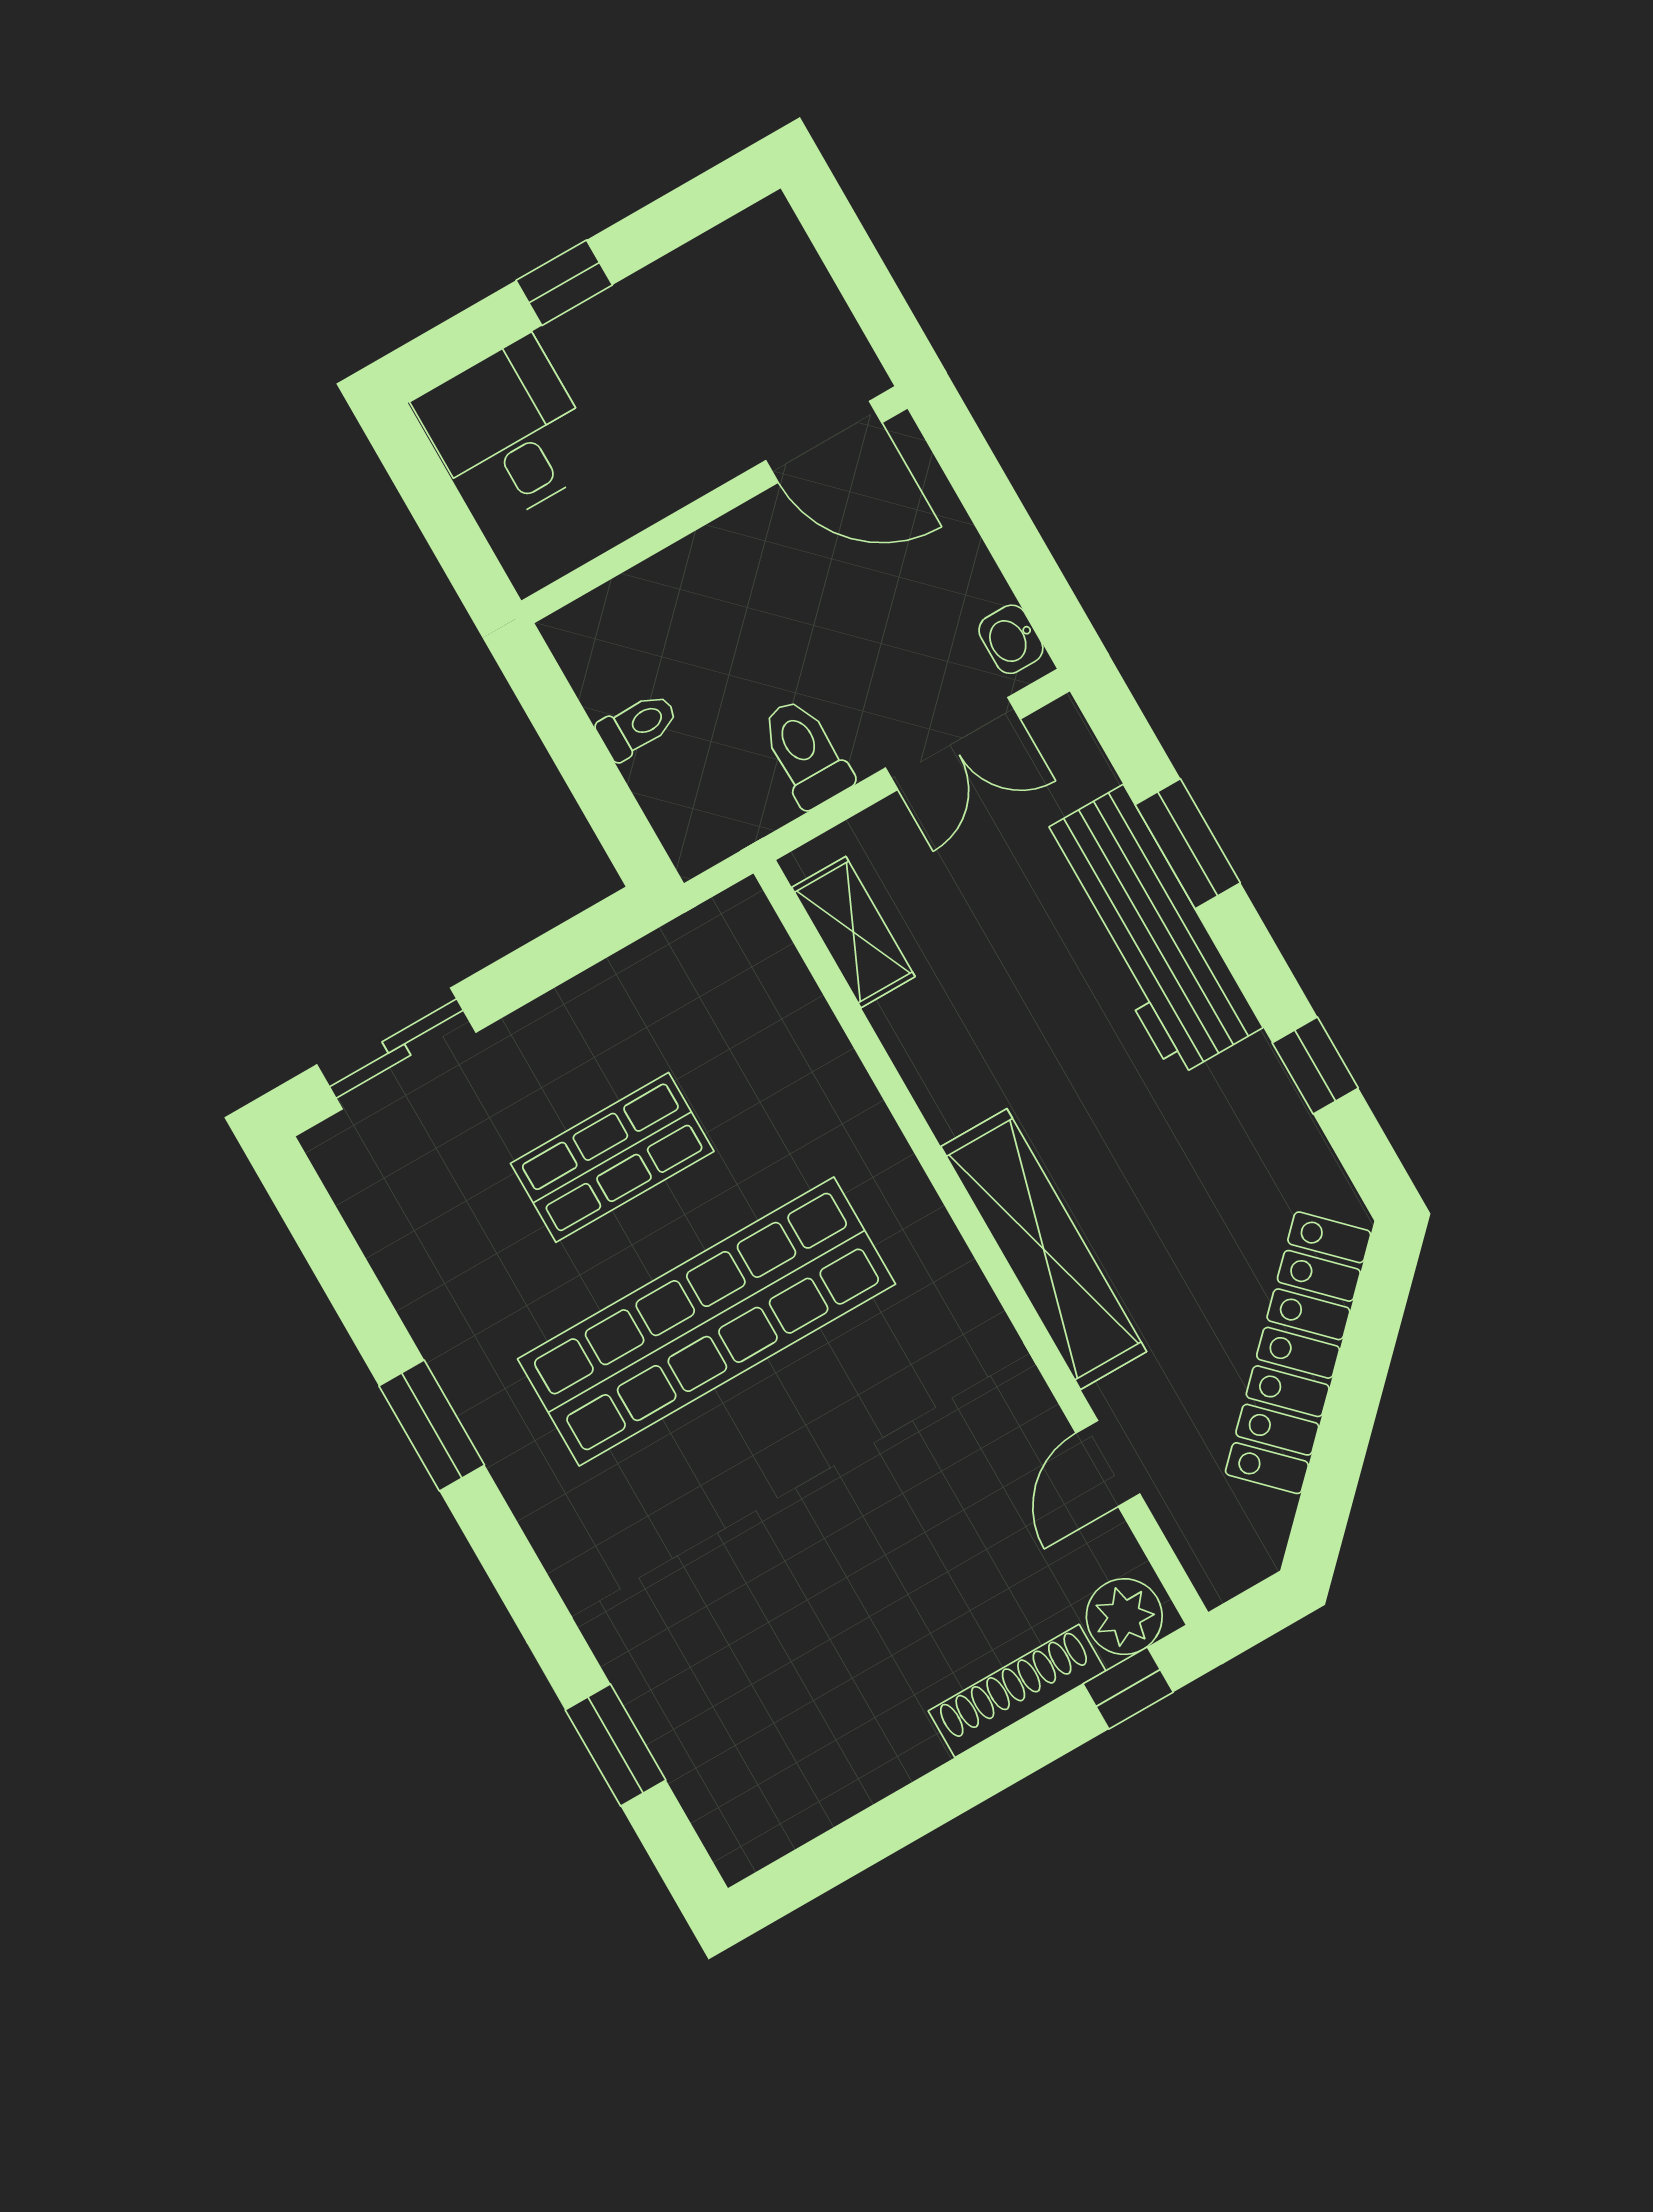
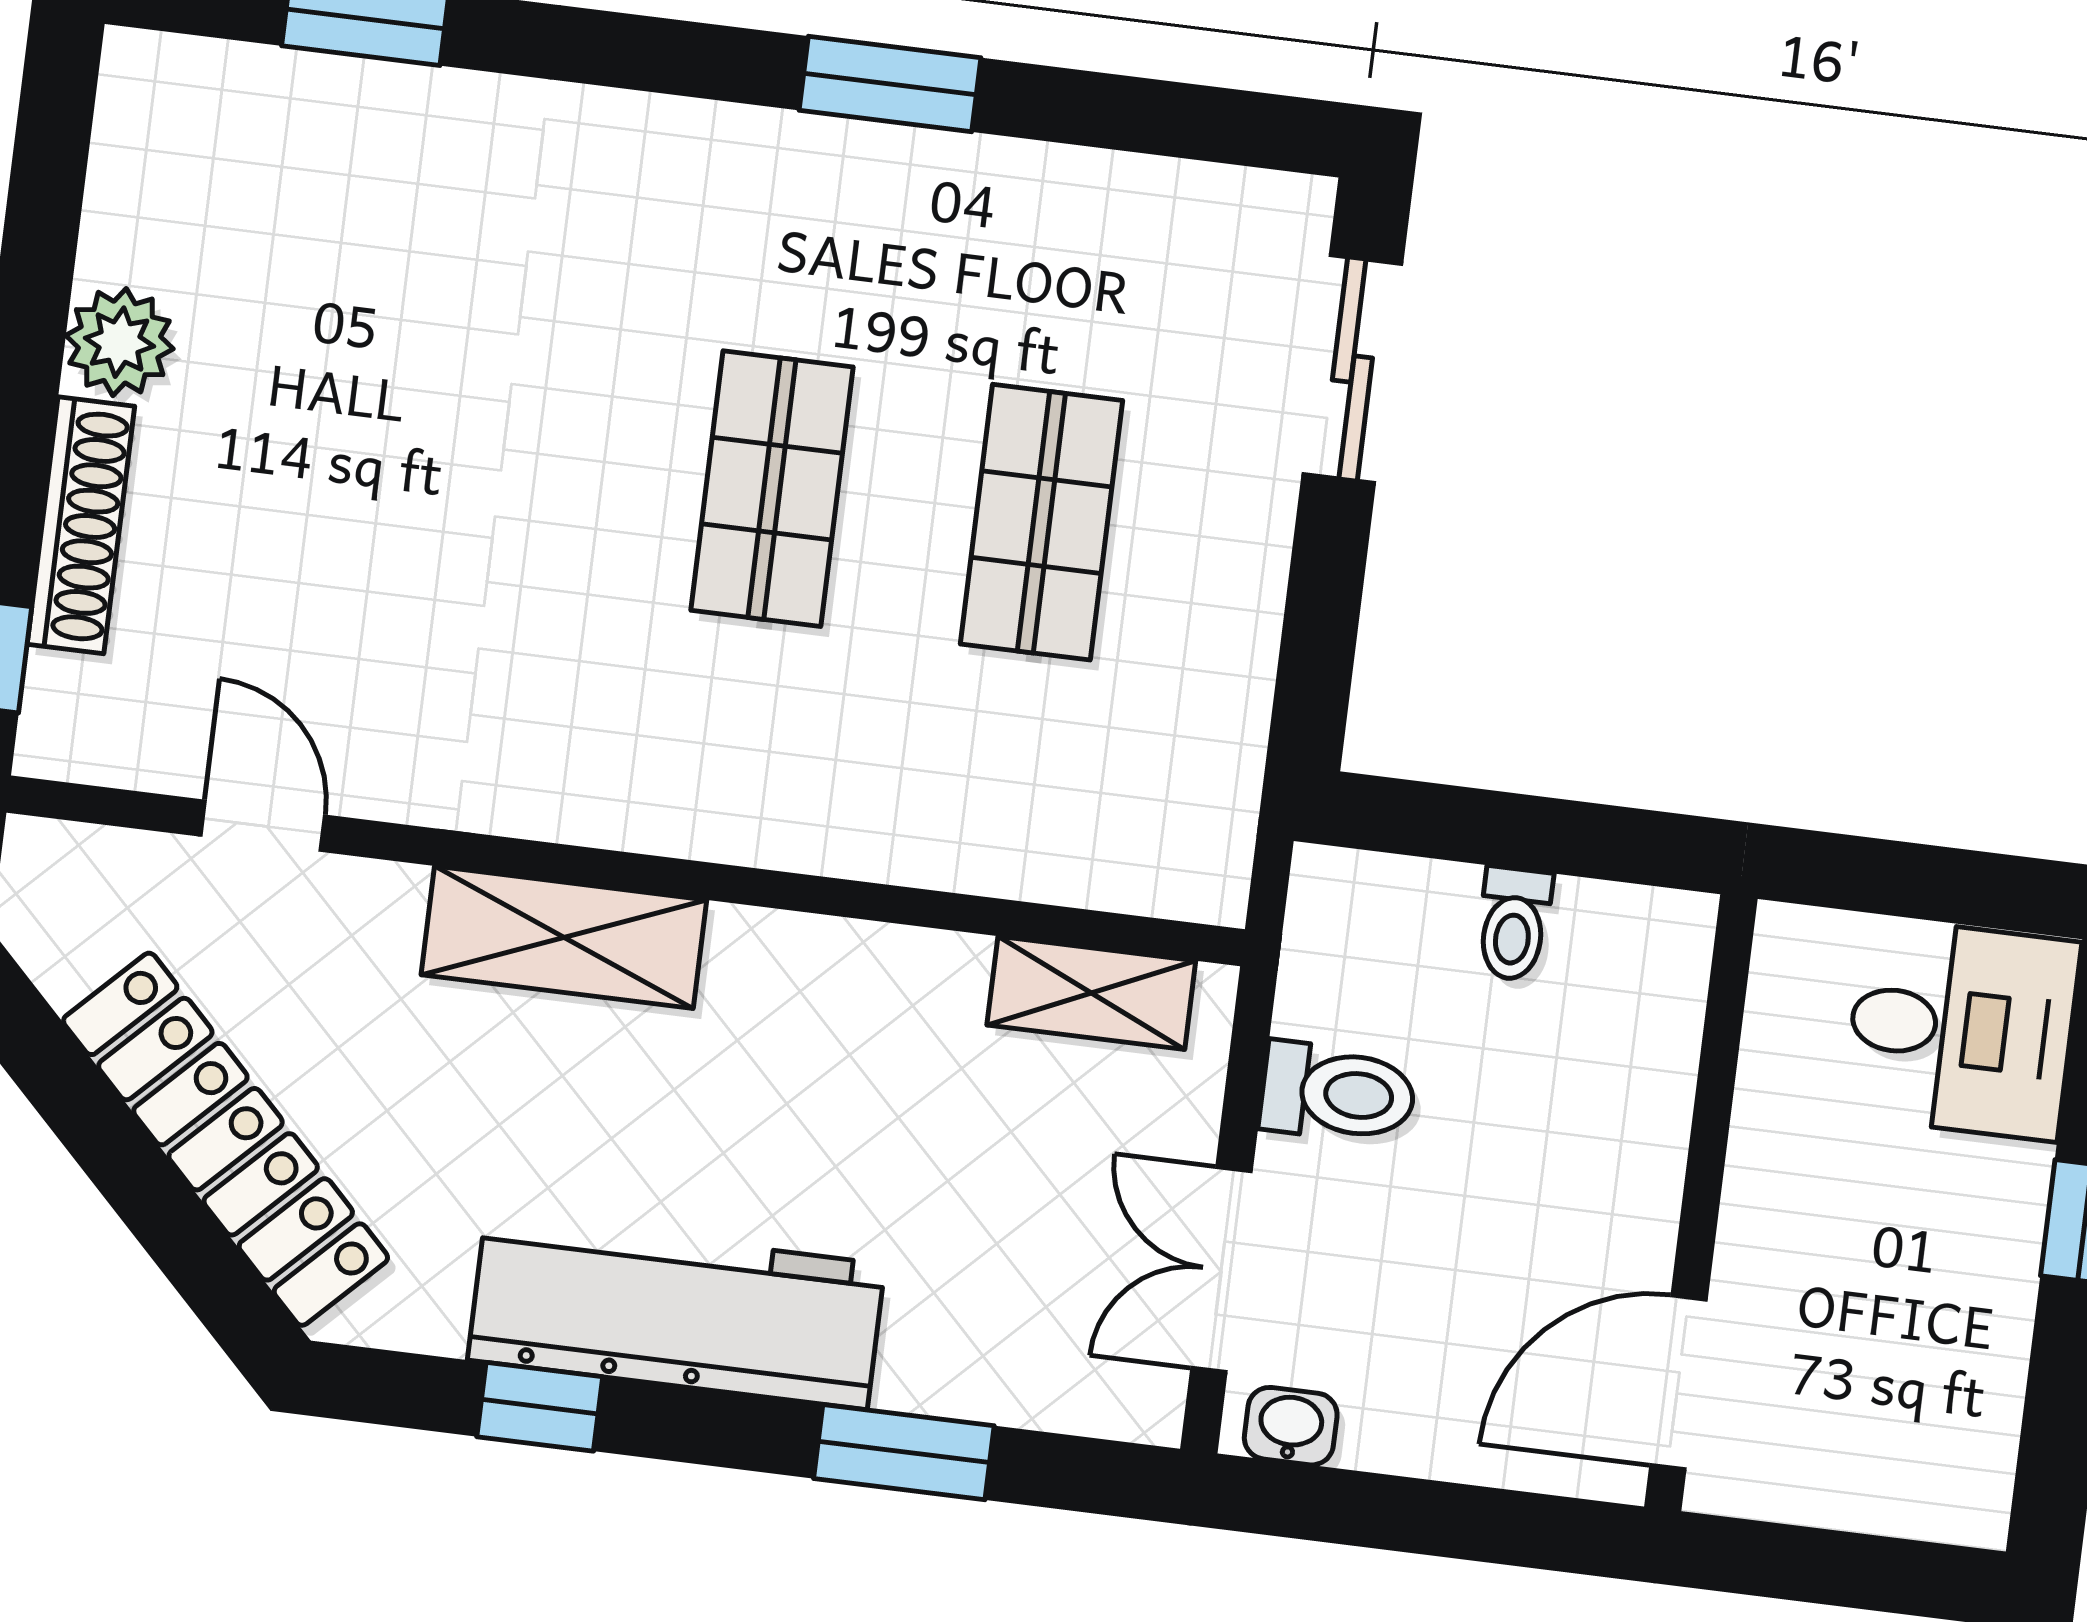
workbench: (1149, 931) -> (676, 1312), moved
shelving: (1044, 1249) -> (564, 937), width x0.68
shop shelf: (707, 1321) -> (772, 489), width x0.50, depth x0.74
plant: (1124, 1617) -> (120, 342), moved

